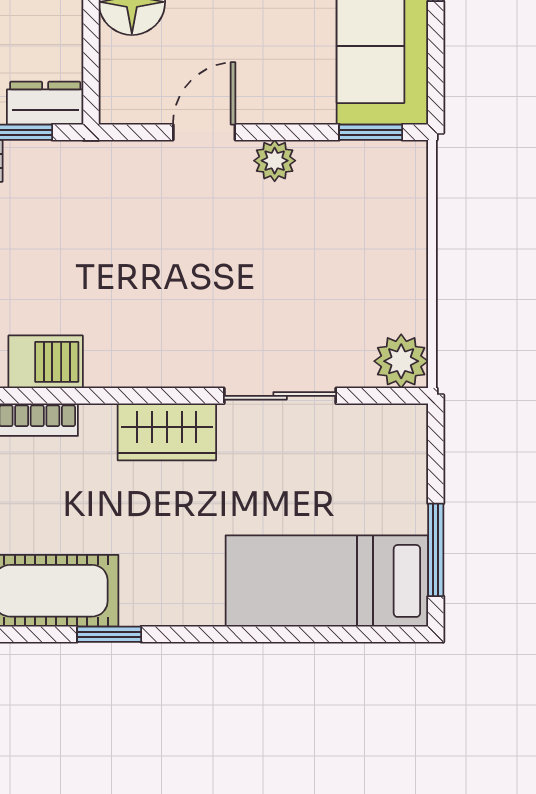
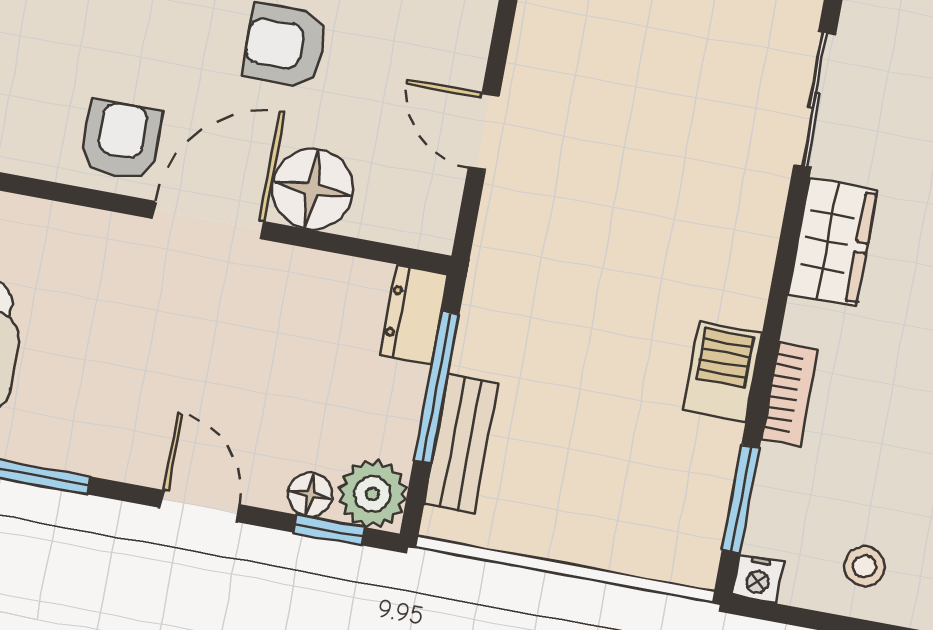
plant: (275, 161) -> (533, 54), removed

